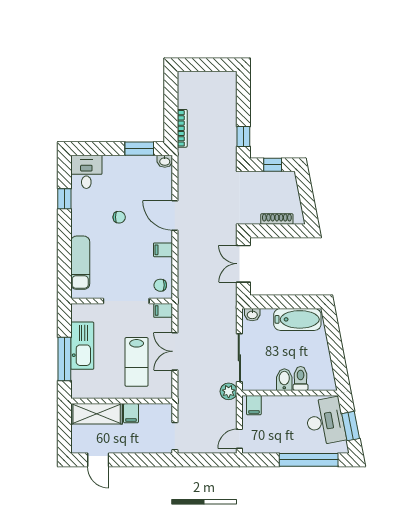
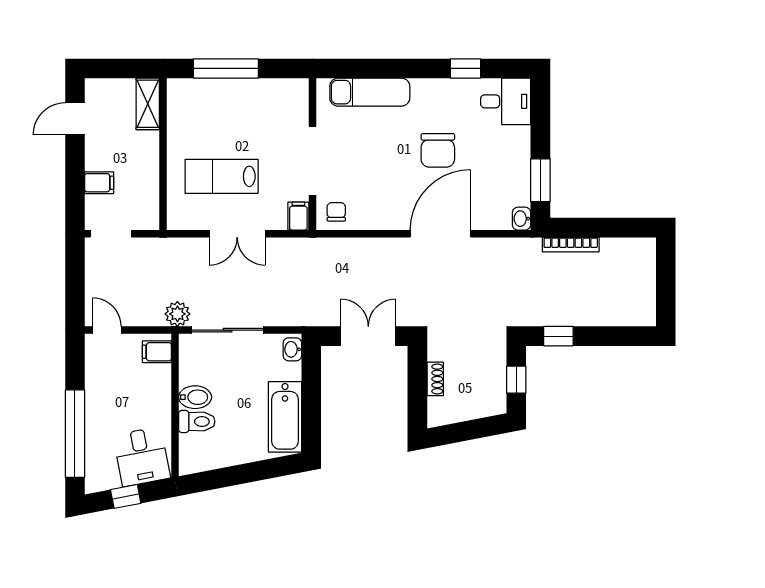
door: (175, 216) -> (440, 234), width x1.36
chair: (119, 217) -> (438, 150), width x1.87, depth x1.87
shoe rack: (277, 219) -> (435, 379), width x0.70
filing cabinet: (163, 250) -> (389, 216), removed
kitchen sink: (82, 346) -> (246, 95), removed
double door: (175, 351) -> (237, 234), swing flipped
filing cabinet: (131, 413) -> (99, 183), moved, turned 180
shelving: (97, 414) -> (148, 104), width x0.67, depth x0.75
desk: (325, 421) -> (142, 457), width x0.73
window: (351, 426) -> (126, 496), width x0.67

